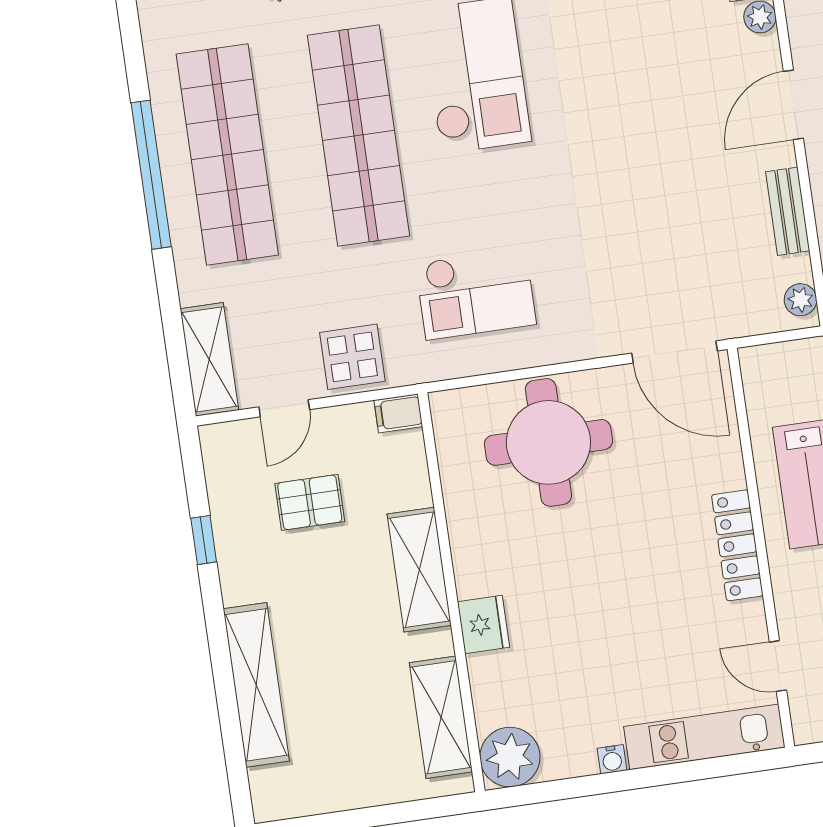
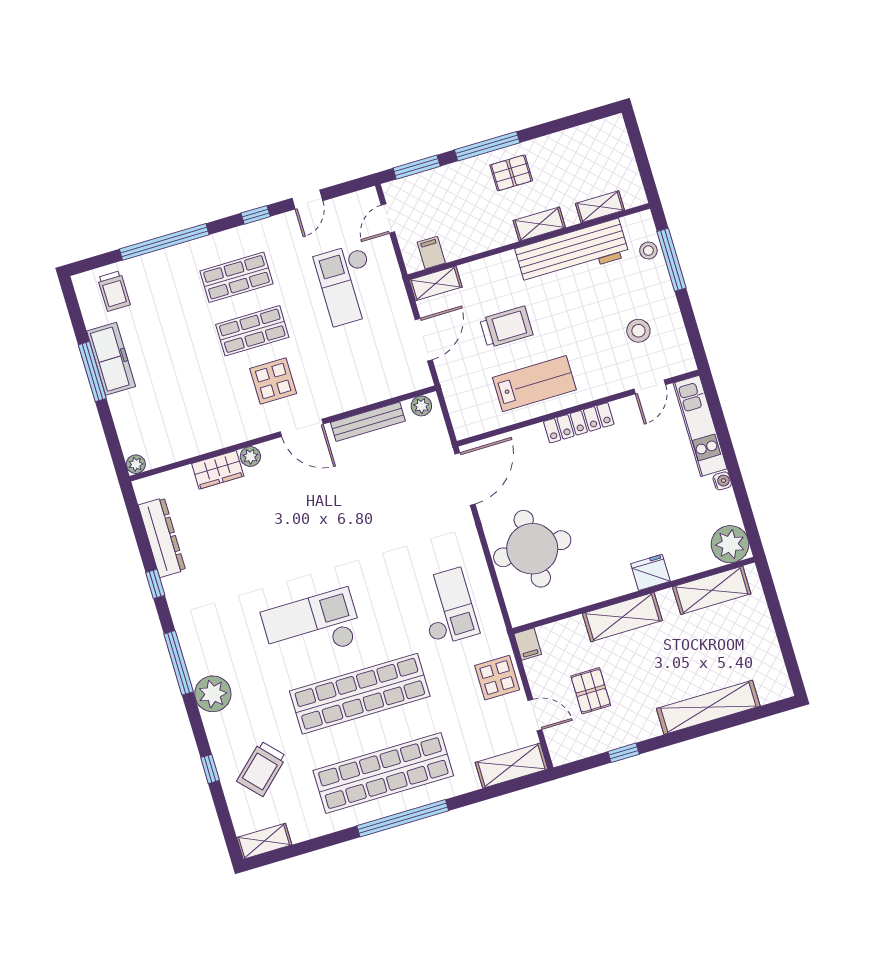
bench: (788, 211) -> (368, 422), width x1.36

